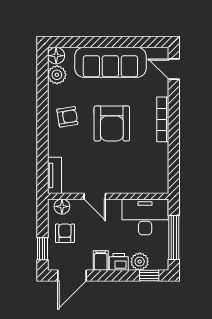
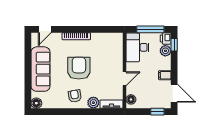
plant: (57, 75) -> (93, 103), moved
armchair: (112, 124) -> (79, 68), turned -90
armchair: (65, 233) -> (148, 98), removed
printer: (119, 262) -> (166, 38), moved

